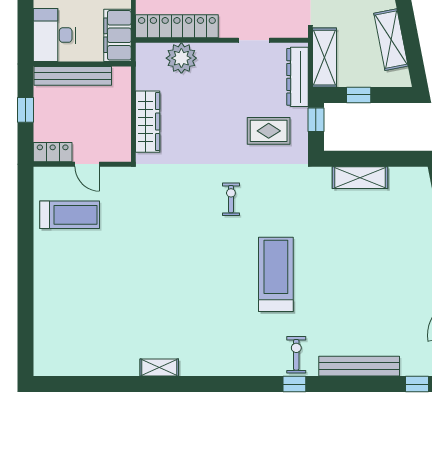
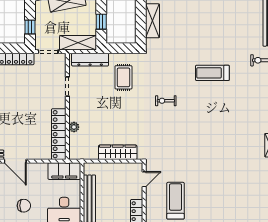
plant: (181, 58) -> (74, 127), width x0.53, depth x0.53
window: (316, 120) -> (117, 48), removed
door: (87, 164) -> (144, 179), moved
treadmill: (276, 274) -> (212, 73), width x0.73, depth x0.73

